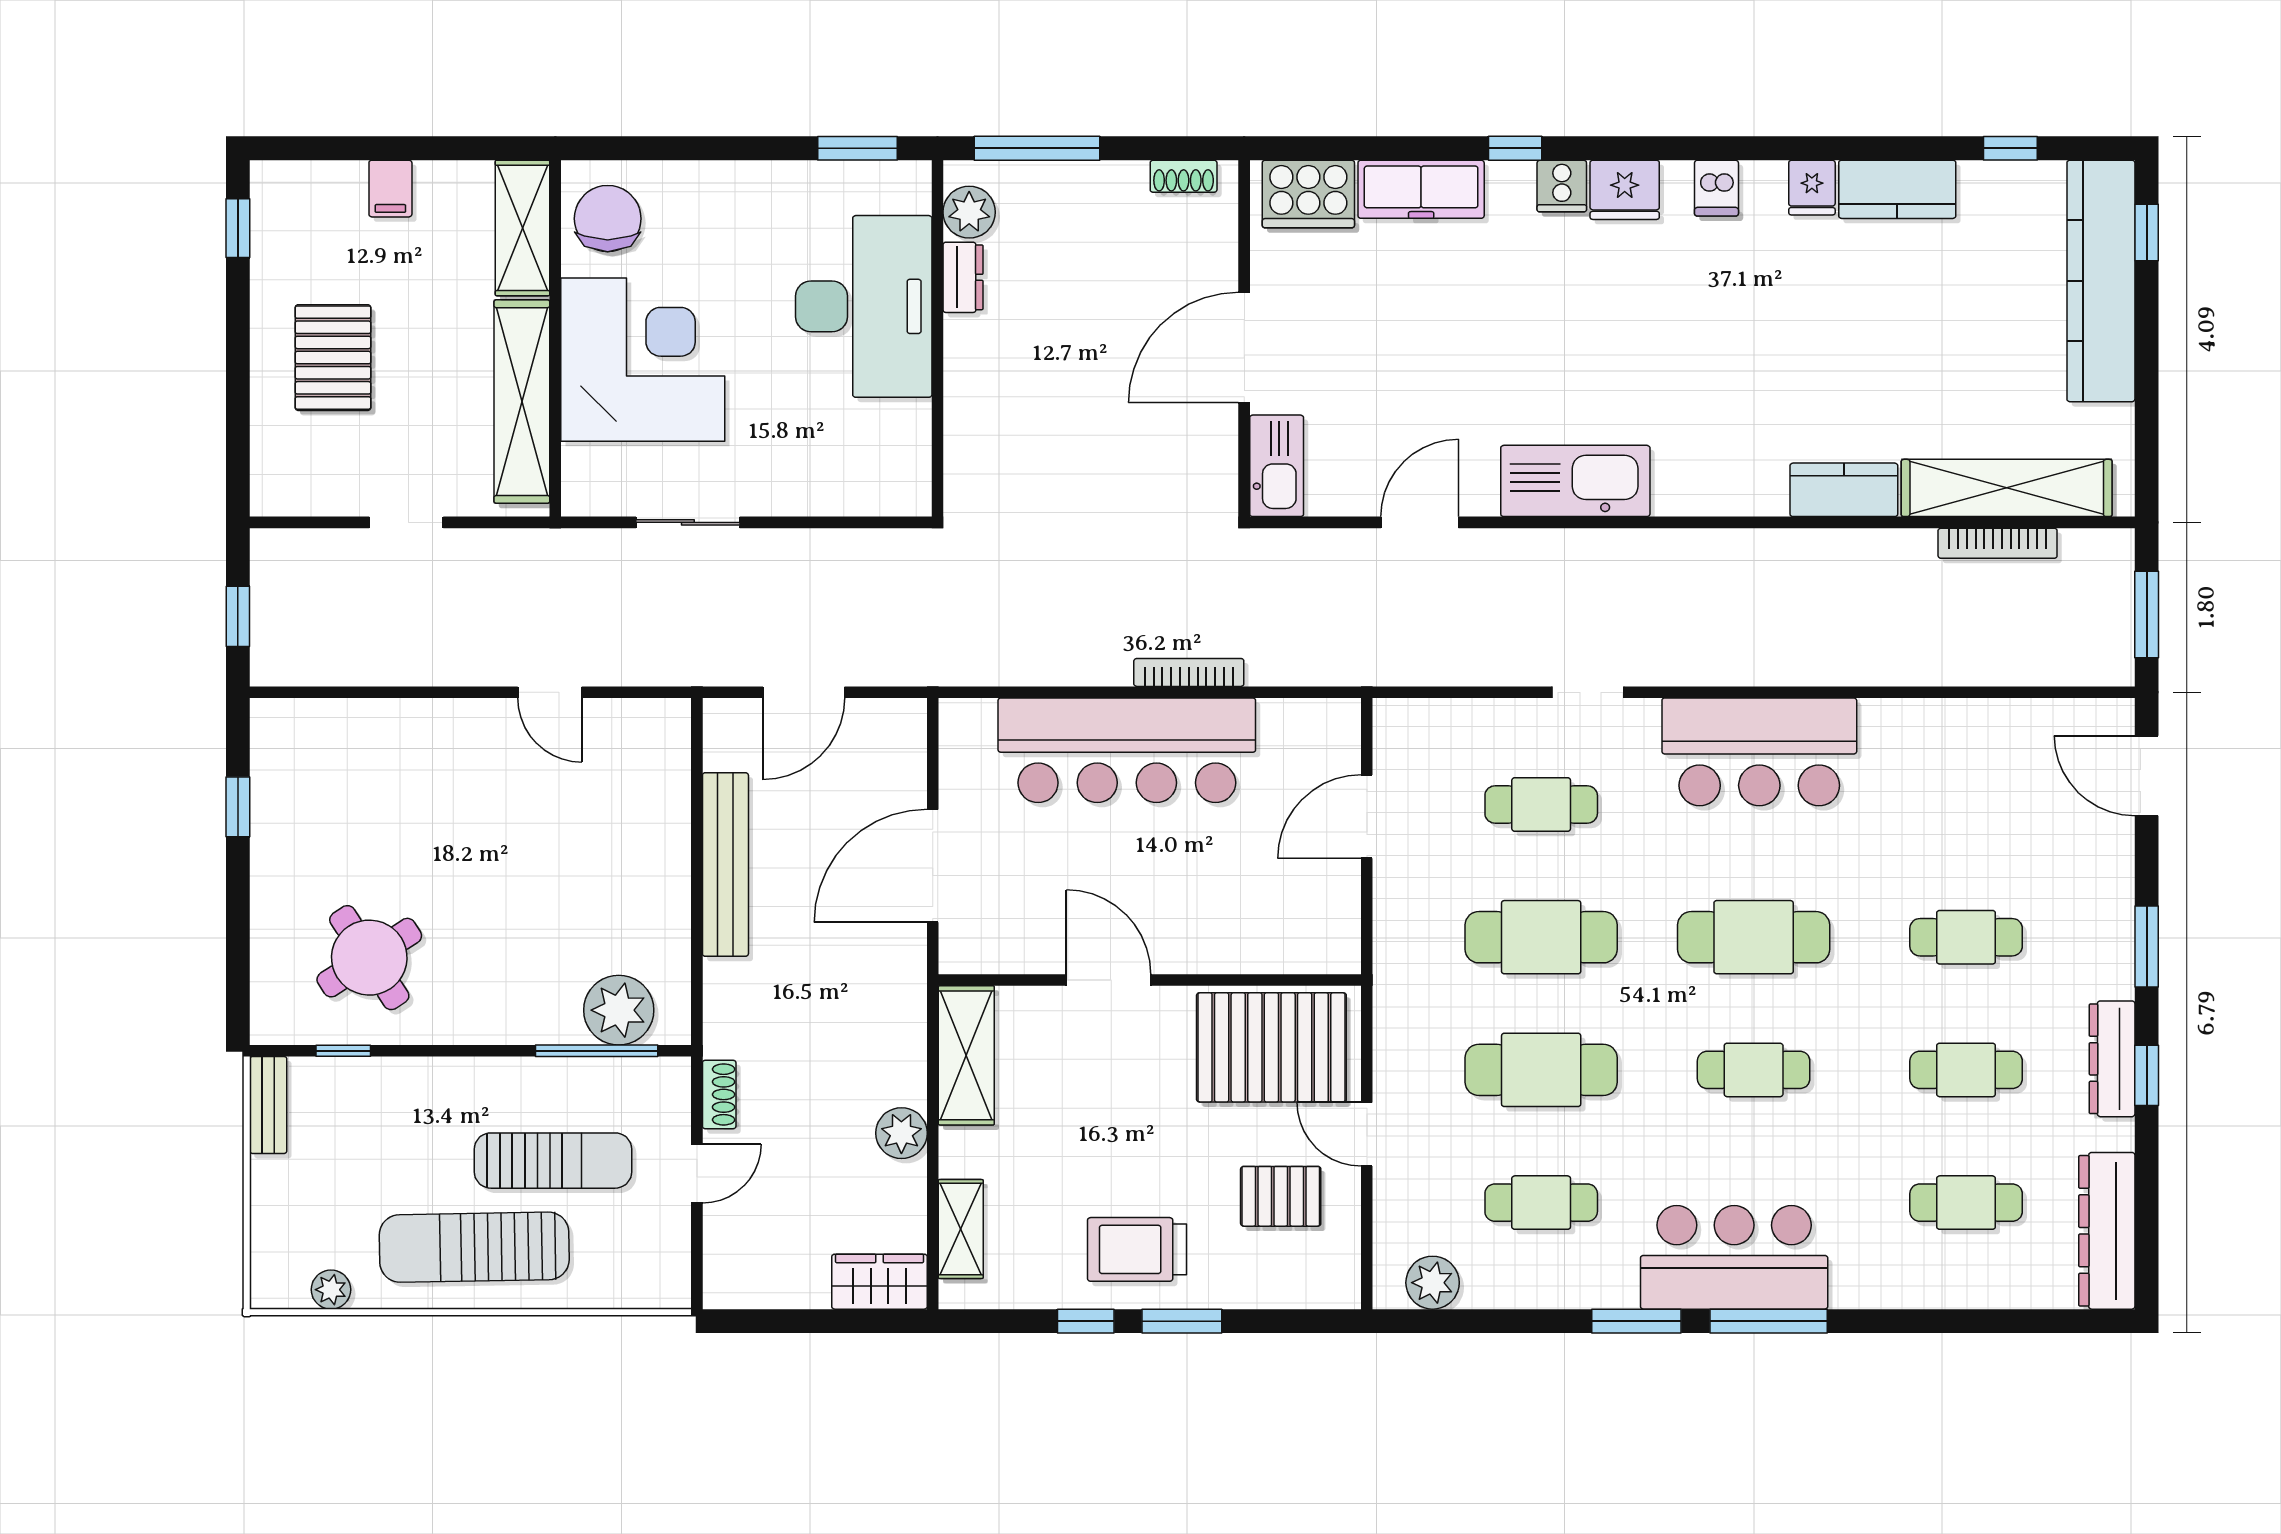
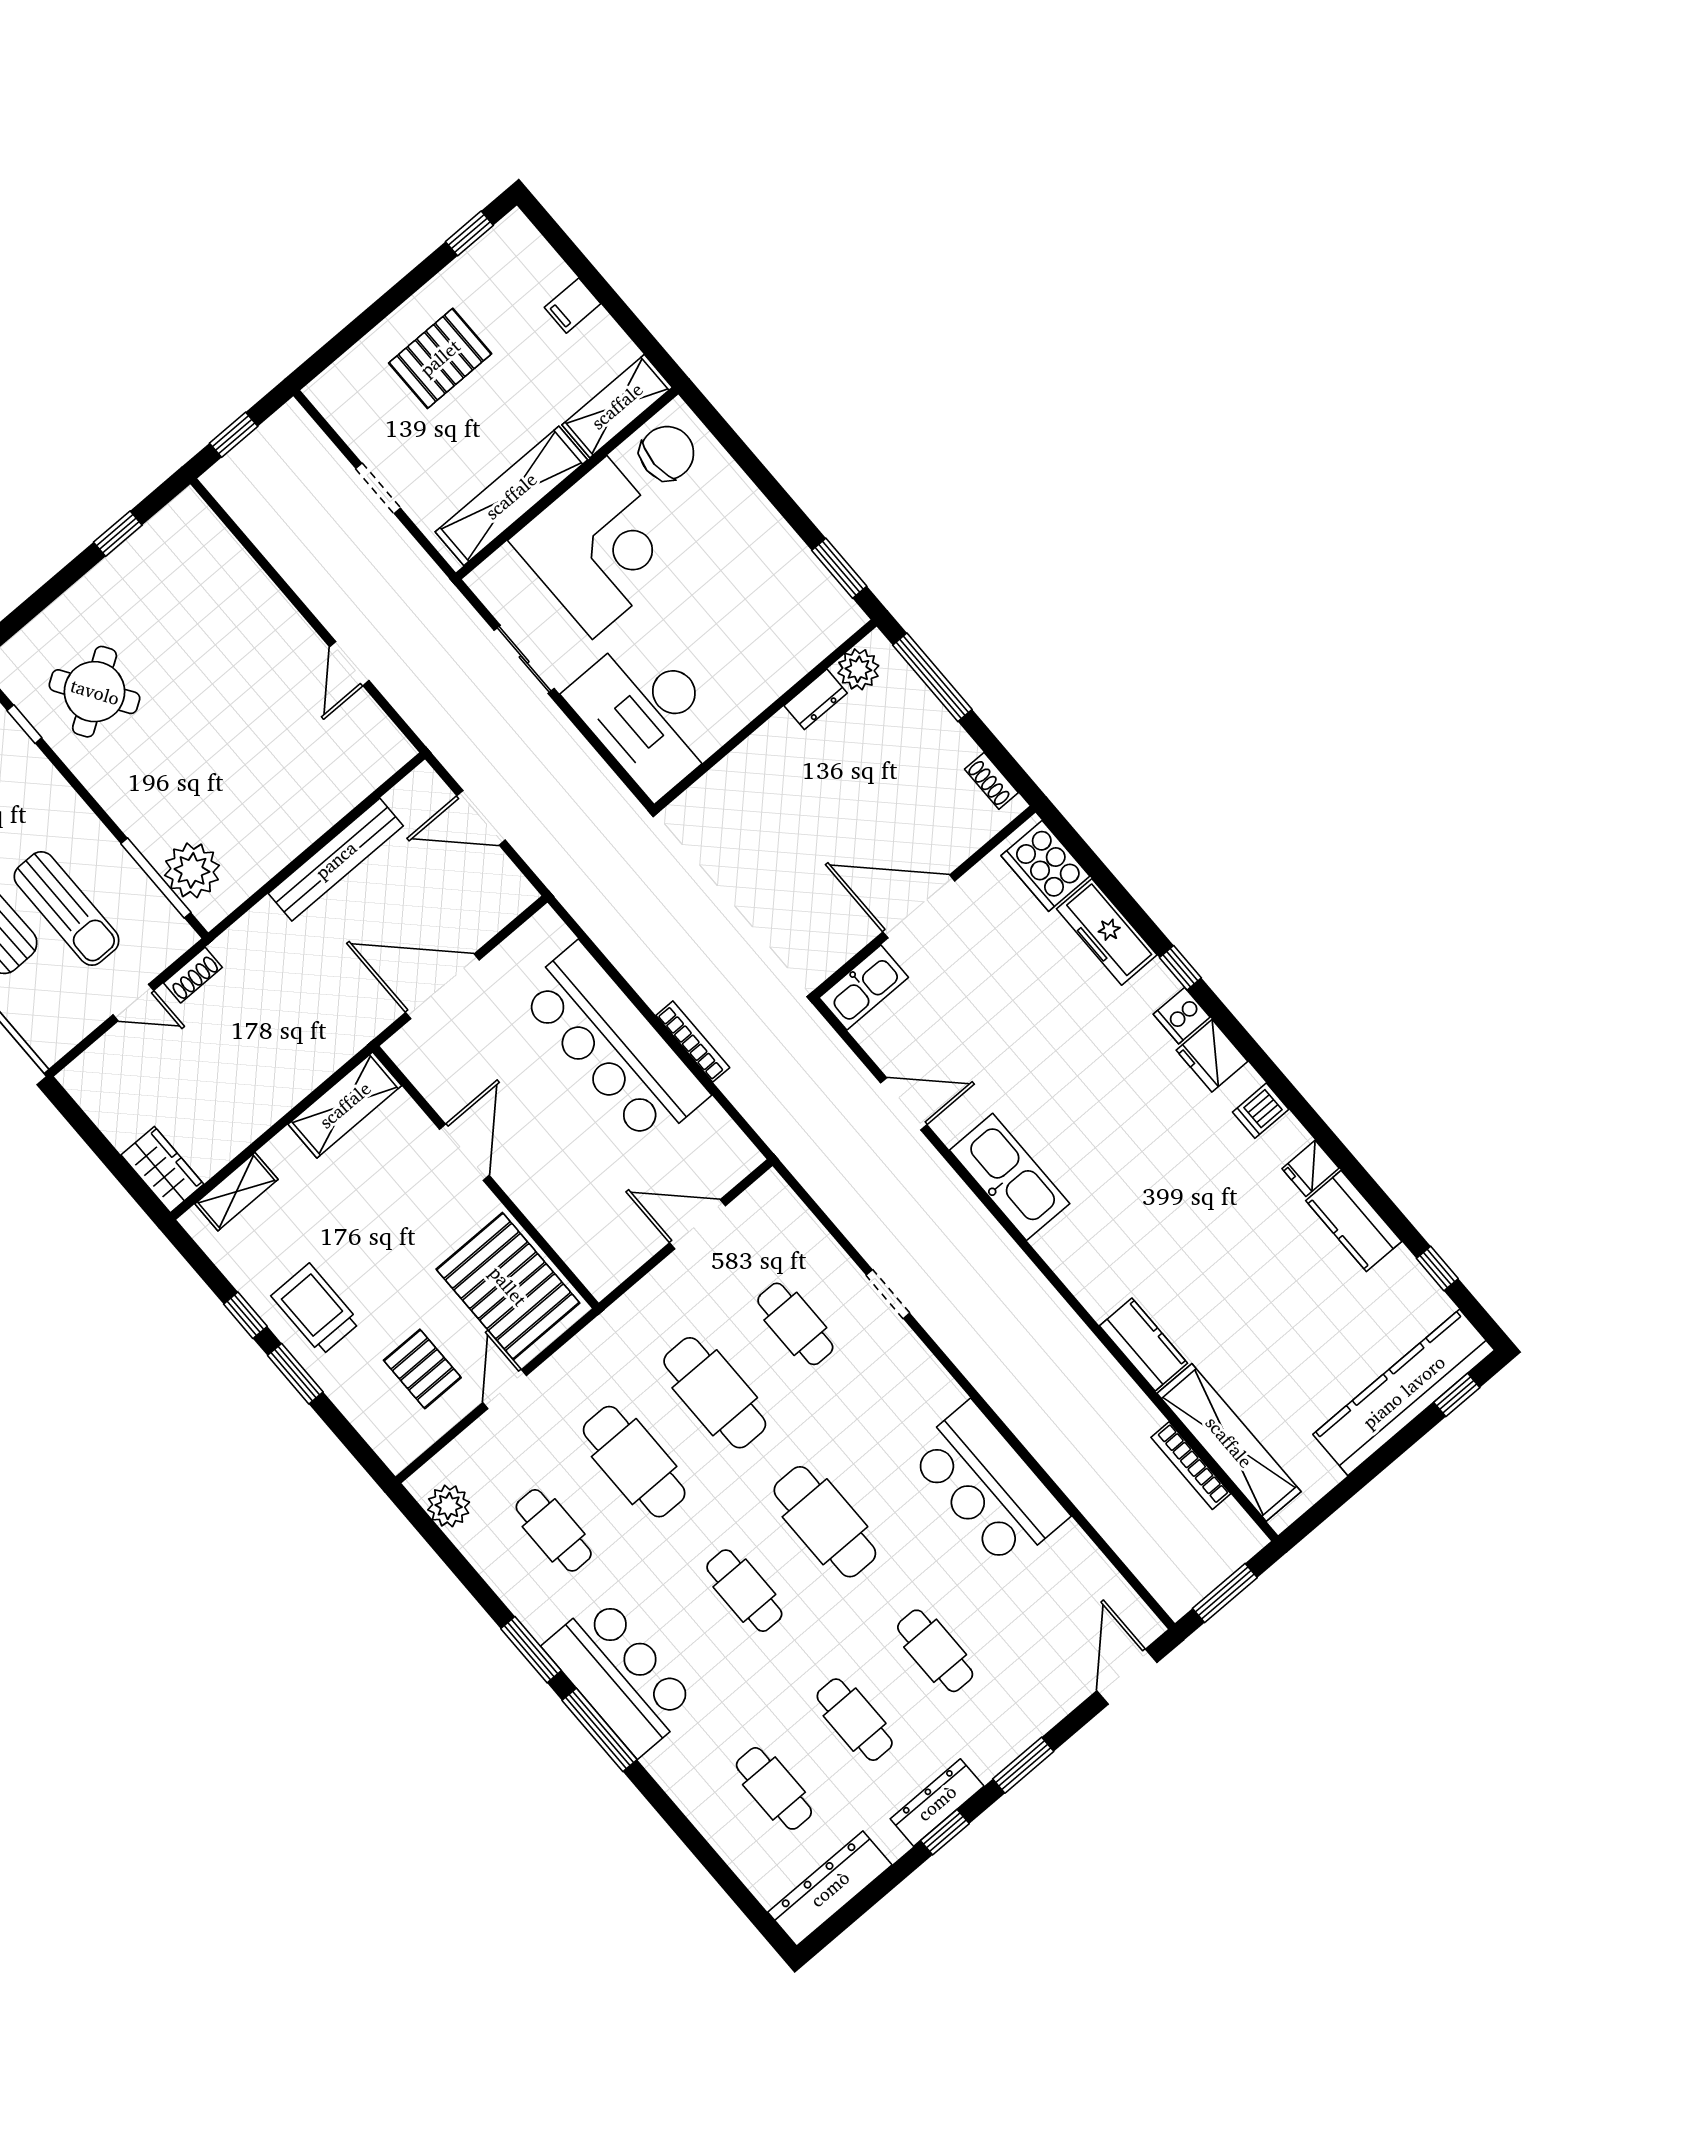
desk: (864, 306) -> (648, 714), moved, turned 90
bar counter: (1759, 752) -> (988, 1485), moved
plant: (901, 1133) -> (264, 1106), removed

